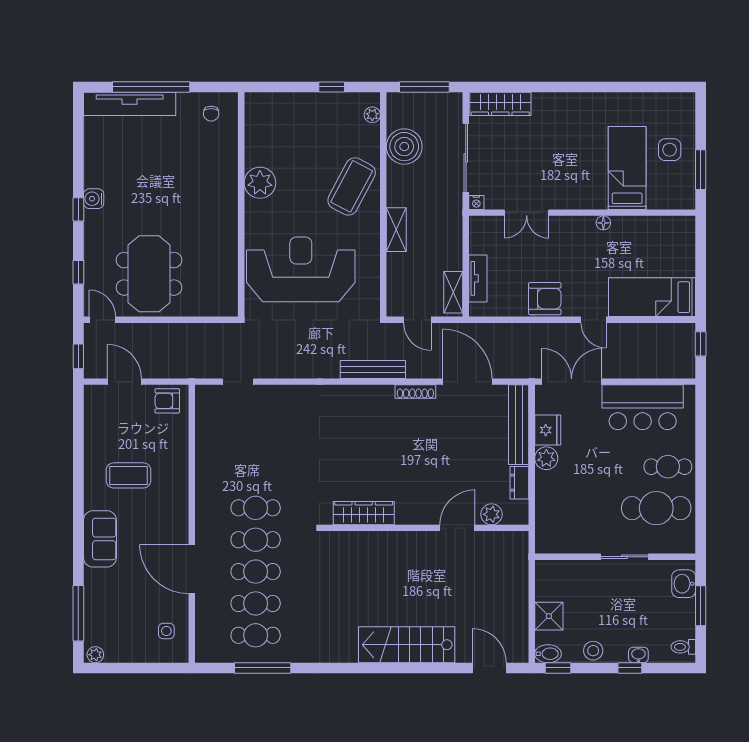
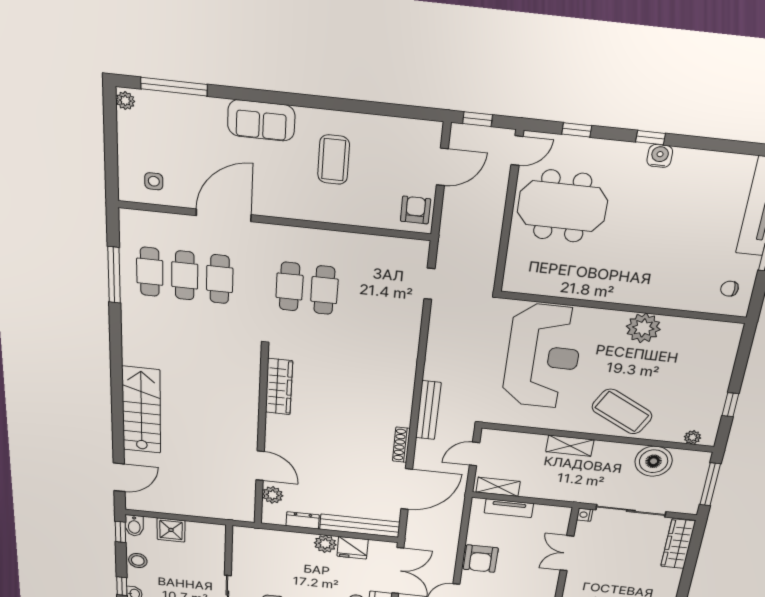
cafe table: (256, 540) -> (324, 290), moved

